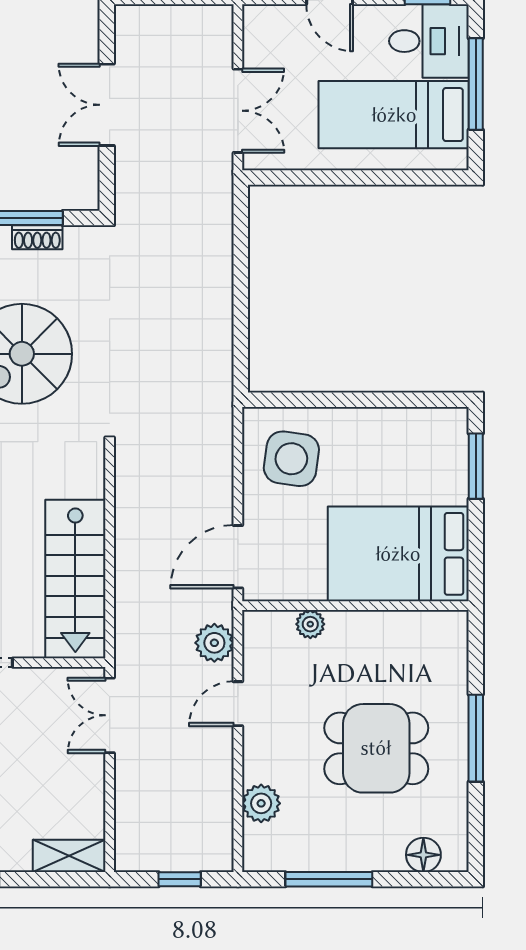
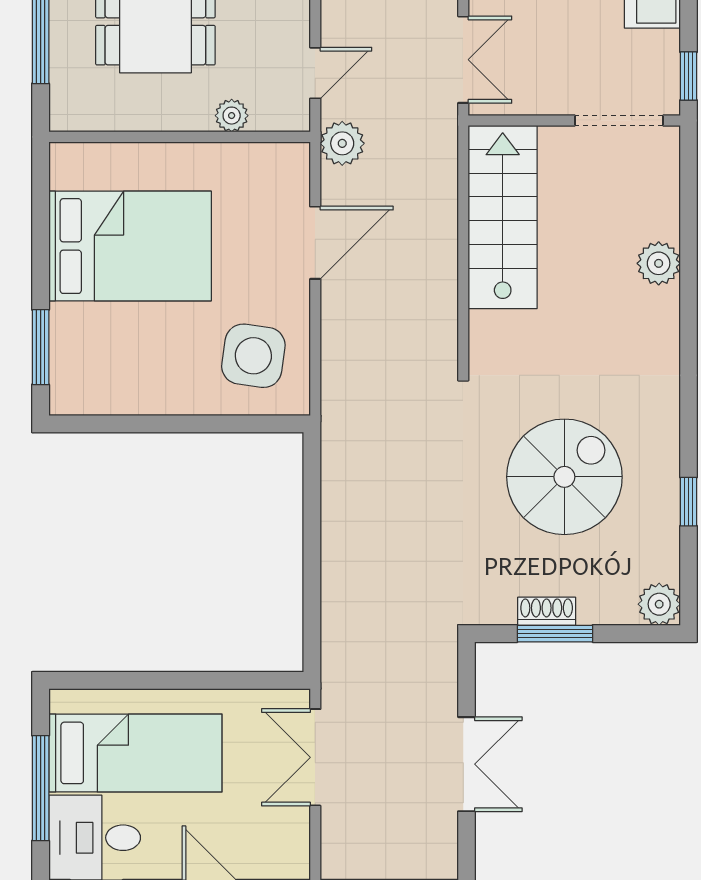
wall: (355, 606) -> (180, 137), moved
plant: (310, 624) -> (232, 116), moved

